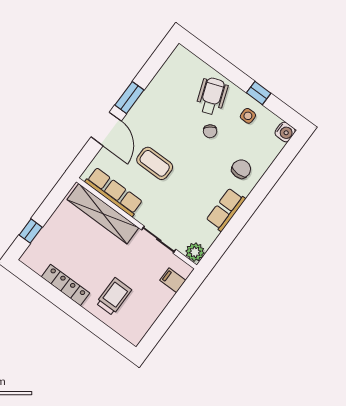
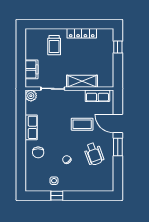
wheelchair: (212, 96) -> (94, 154), moved
water cooler: (285, 132) -> (30, 186), removed
row of seats: (114, 192) -> (97, 96), width x0.68
shelving: (103, 214) -> (82, 81), width x0.68
filing cabinet: (173, 280) -> (31, 69), width x2.00

